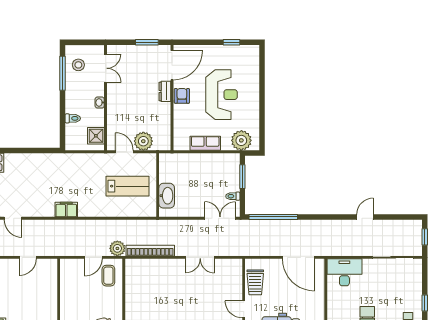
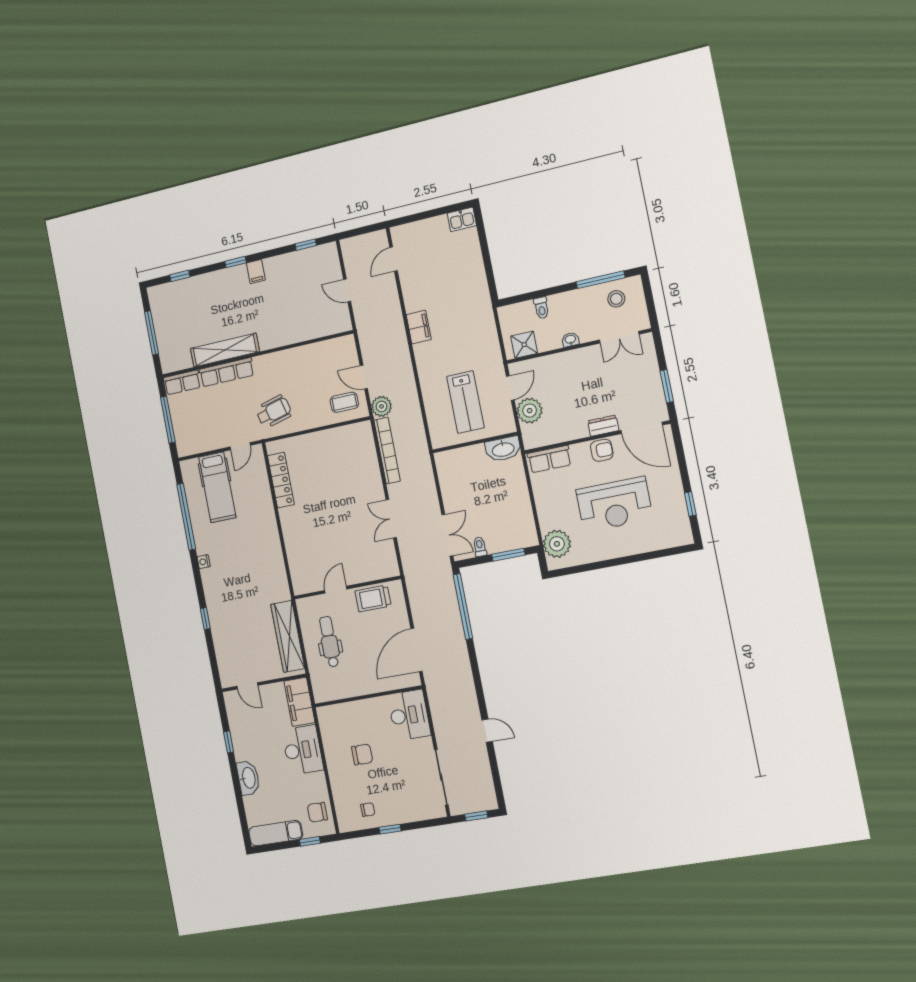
row of seats: (205, 143) -> (549, 459), moved, turned 90
washbasin: (167, 196) -> (503, 449), moved

